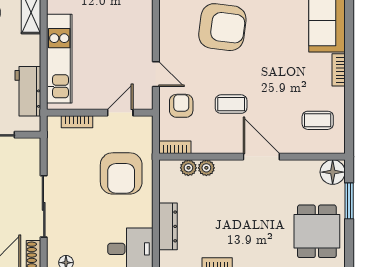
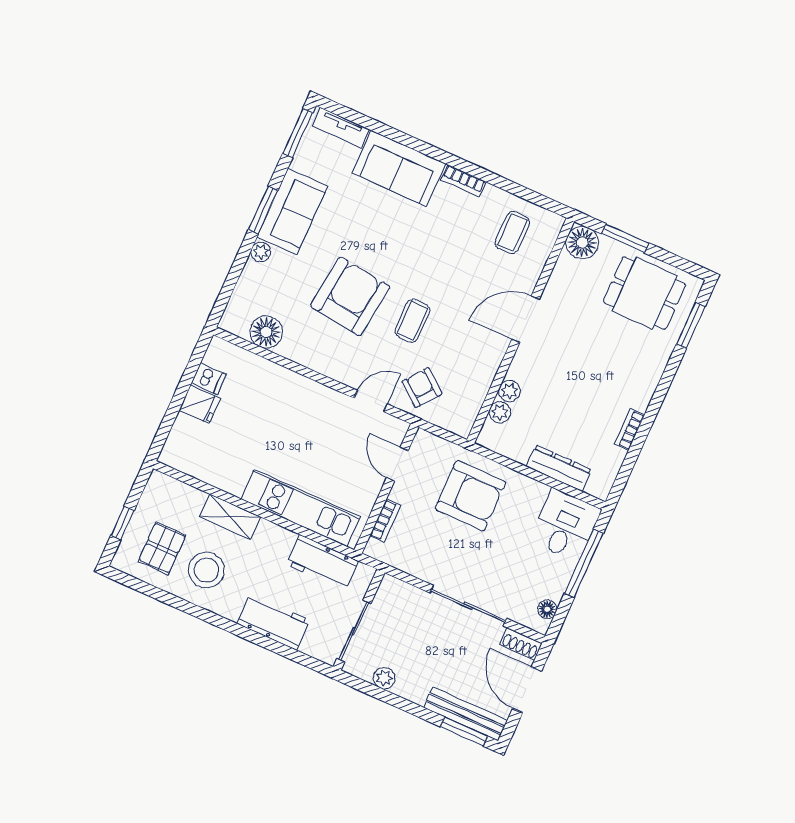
coffee table: (231, 104) -> (412, 321), moved
armchair: (181, 106) -> (422, 388), turned 38
bookcase: (175, 147) -> (468, 418), removed

